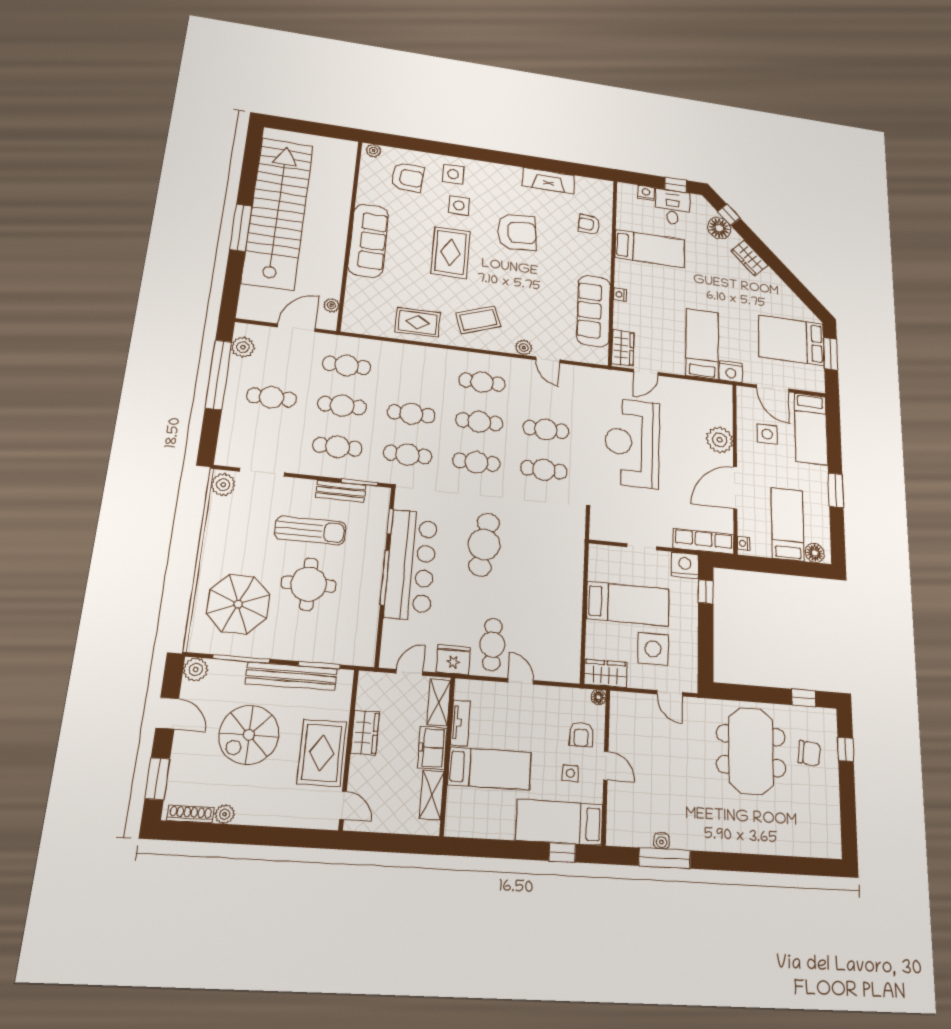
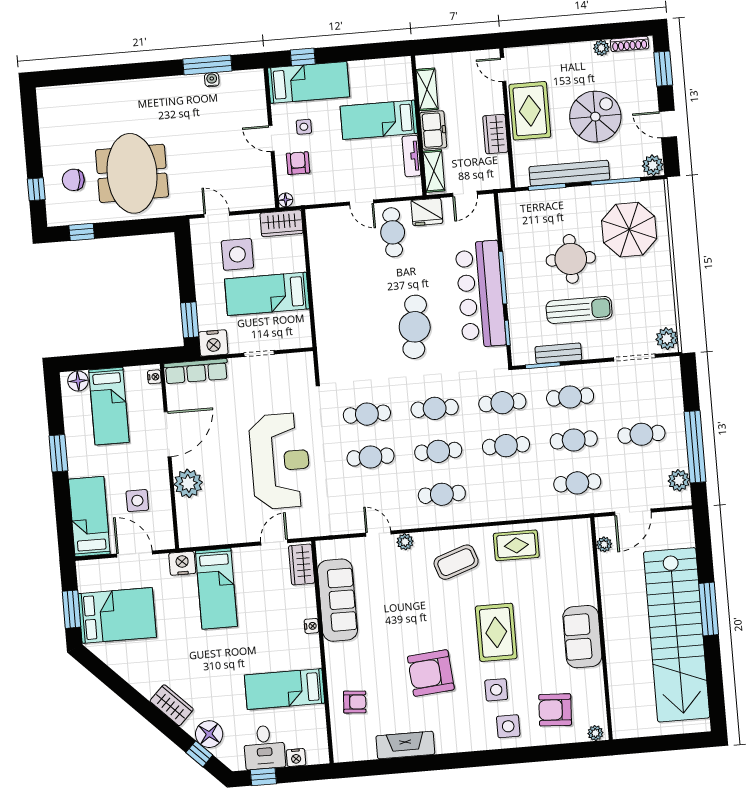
sofa: (368, 241) -> (582, 637), width x0.73
sun lounger: (310, 530) -> (579, 310), turned 180
window: (706, 592) -> (190, 320), width x1.50

